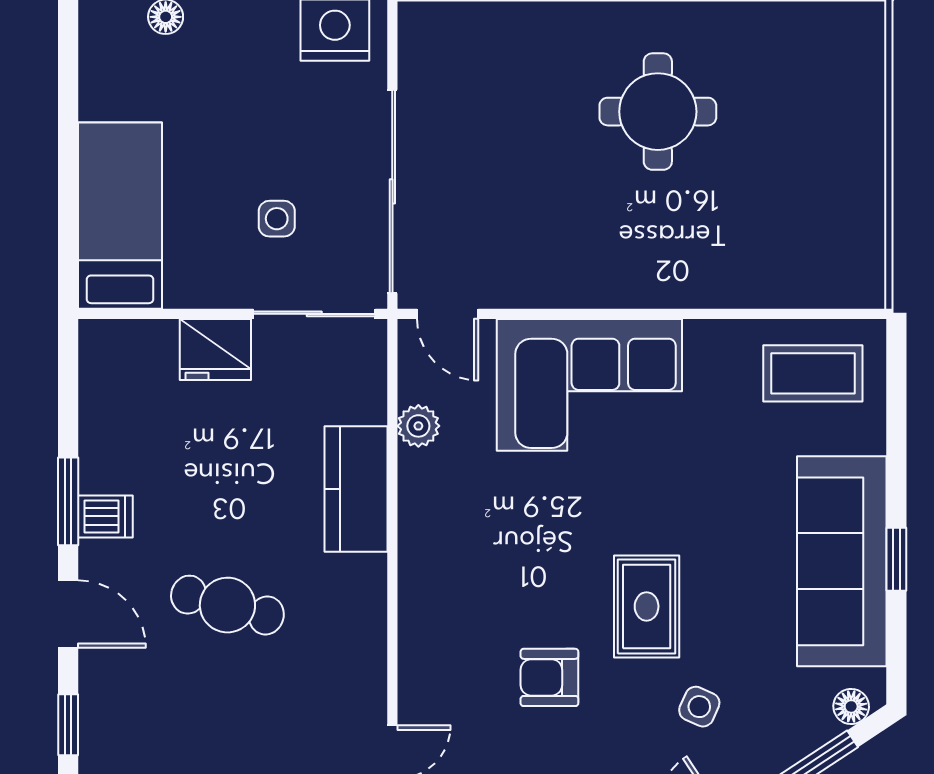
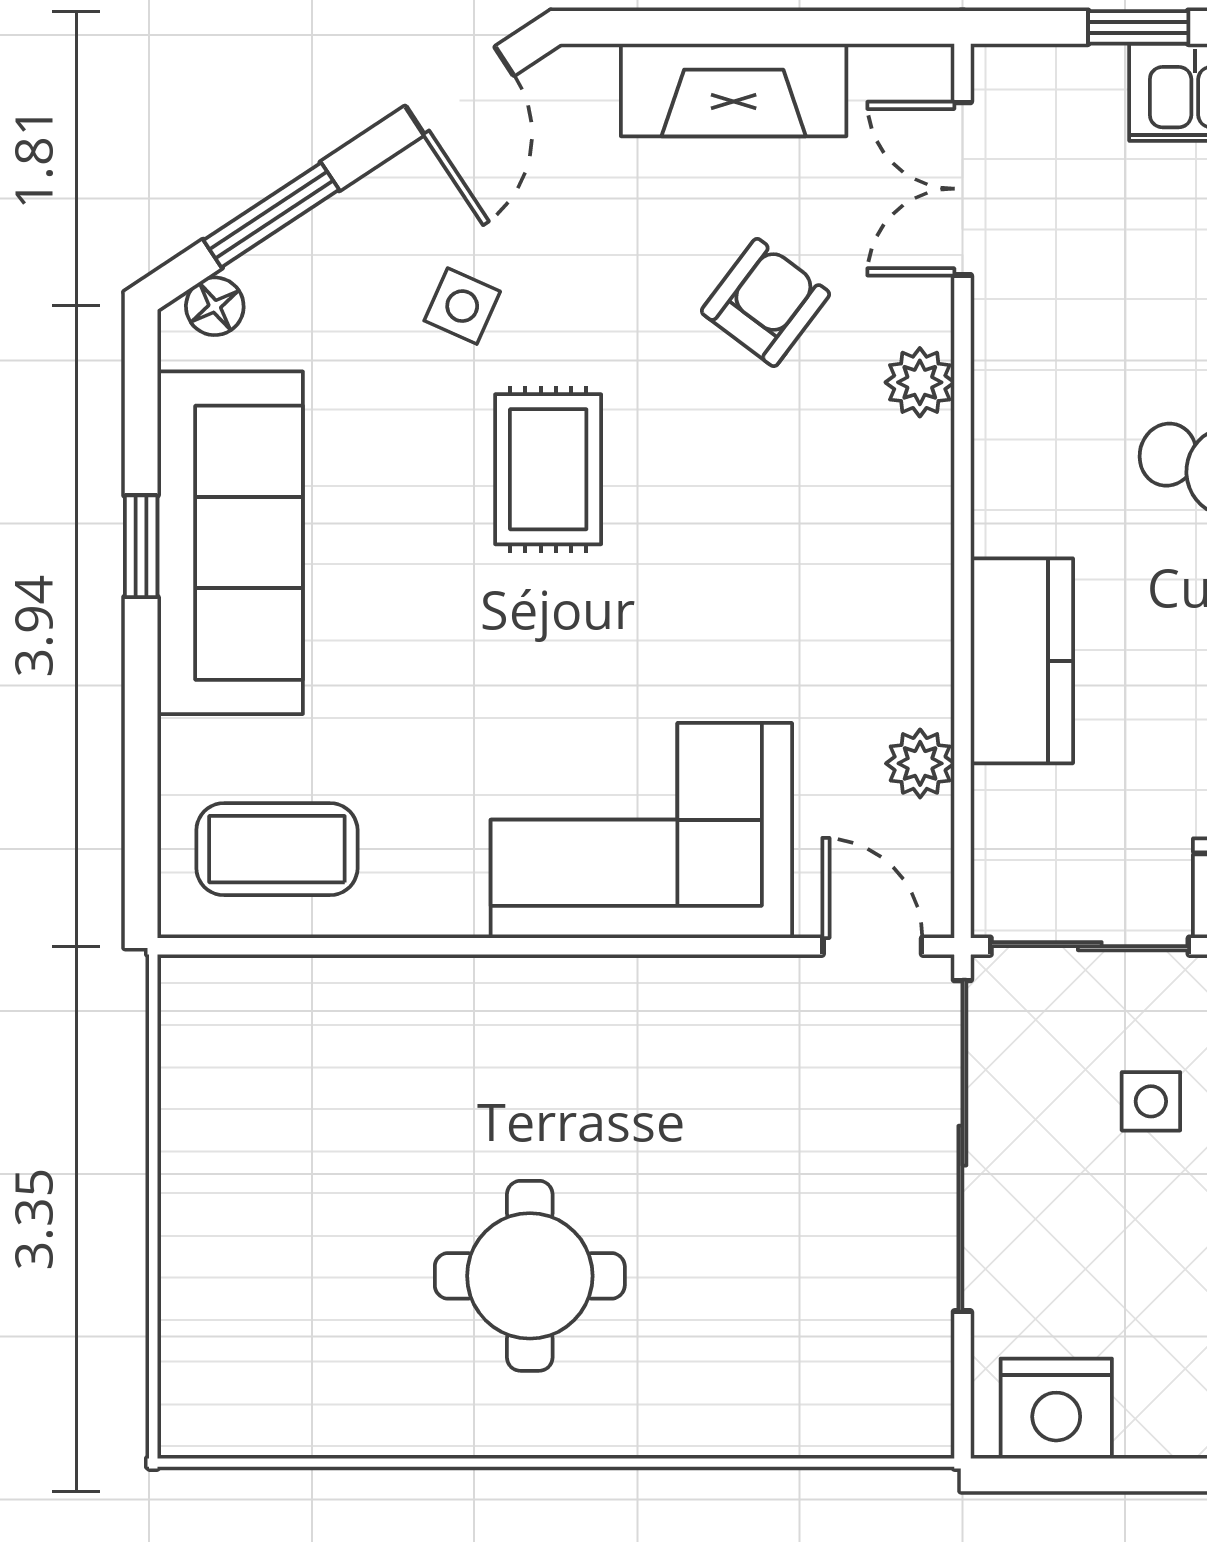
plant: (419, 660) -> (920, 382), added
armchair: (549, 677) -> (765, 303), moved, turned -53

